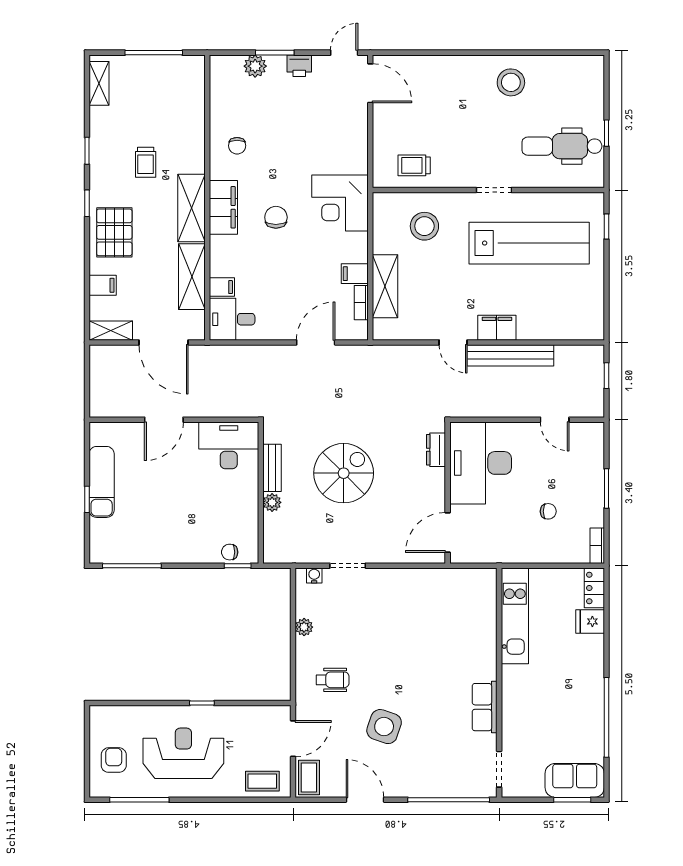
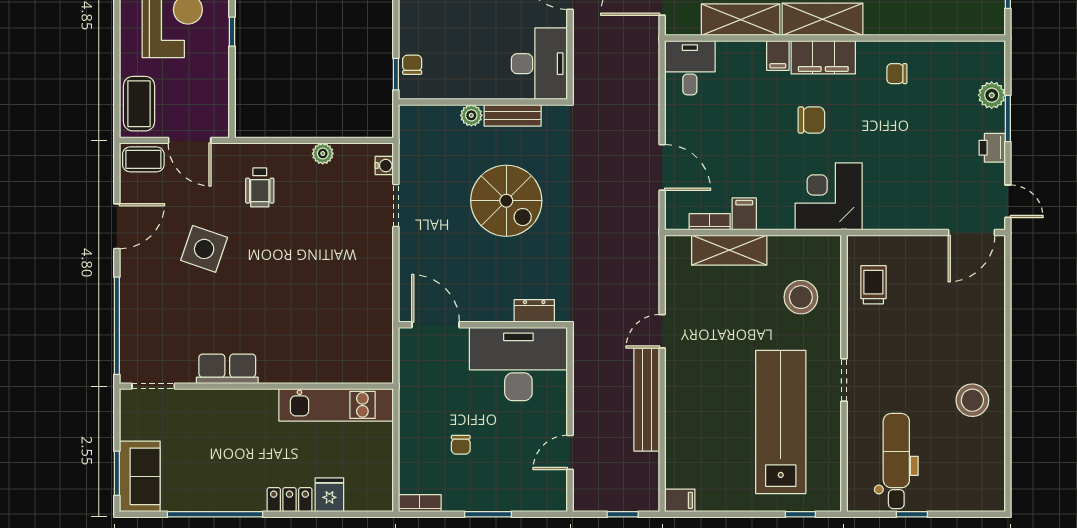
lab bench: (529, 243) -> (781, 422), turned 180
filing cabinet: (222, 287) -> (778, 55), moved
filing cabinet: (497, 328) -> (680, 500), moved, width x0.50
locker: (594, 588) -> (290, 500), moved
coffee table: (262, 781) -> (139, 104), width x1.36, depth x1.30

